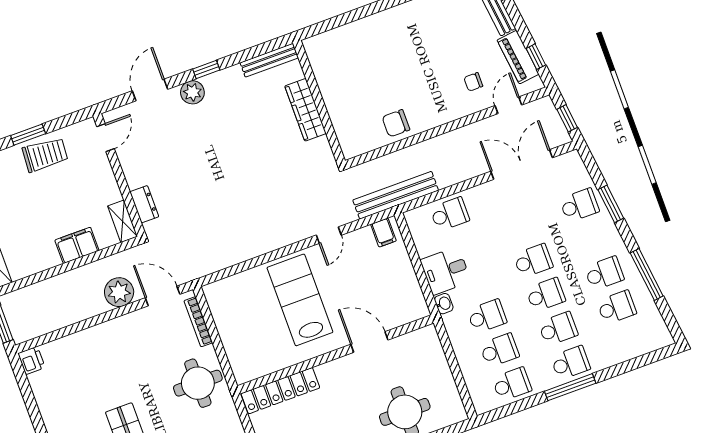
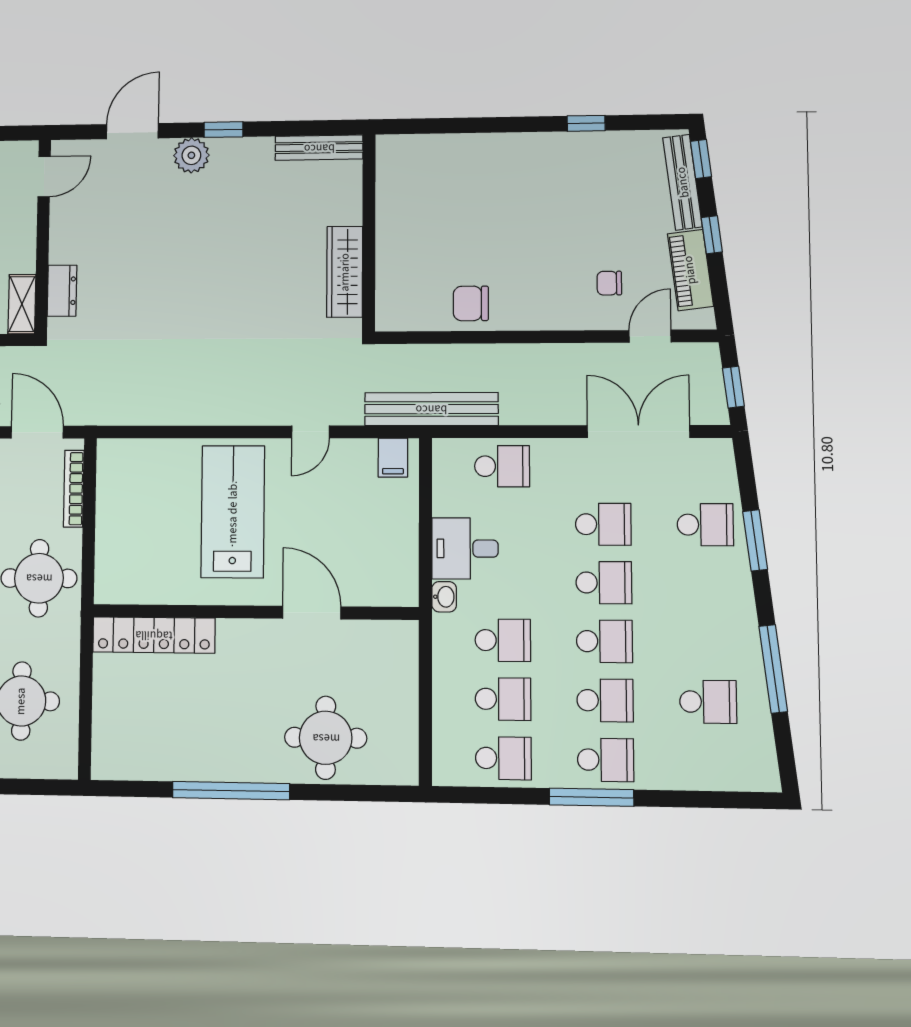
window: (536, 57) -> (712, 235), moved
wardrobe: (305, 110) -> (345, 272), moved
school desk: (604, 273) -> (603, 524), moved

